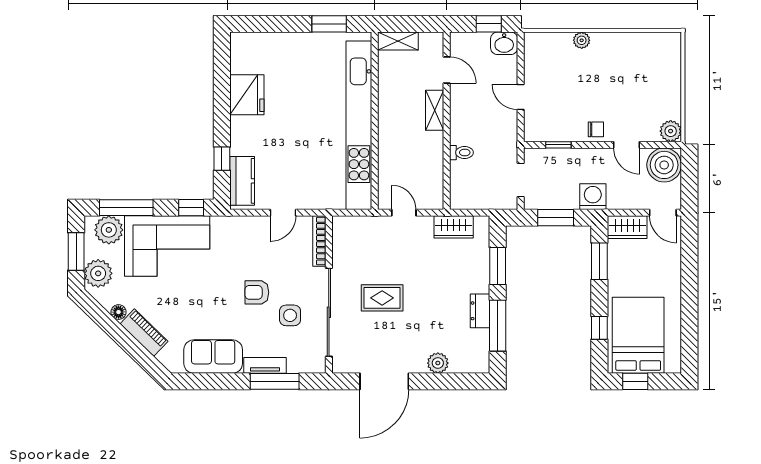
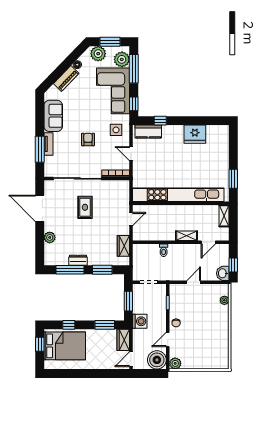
plant: (582, 40) -> (224, 300), moved
side table: (290, 315) -> (116, 130), moved

